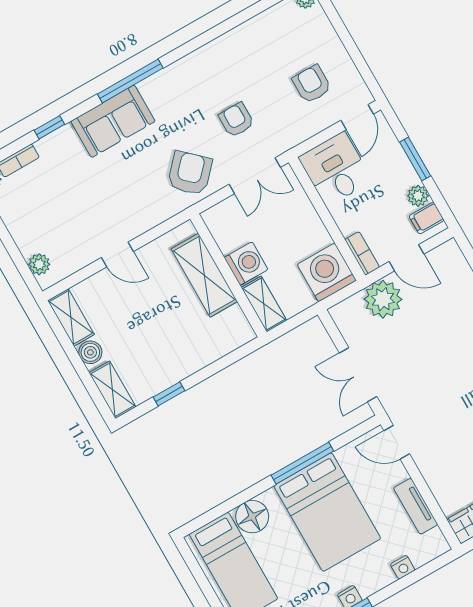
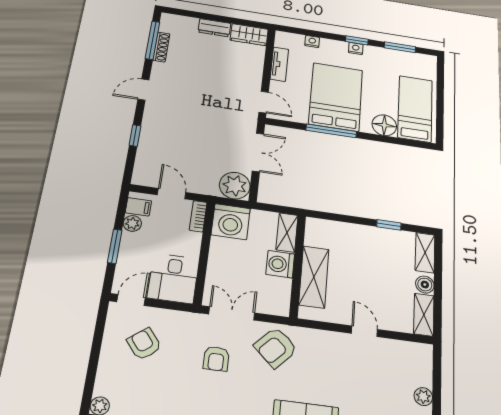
armchair: (312, 84) -> (144, 344), turned 142
plant: (39, 264) -> (423, 397), moved
plant: (383, 299) -> (235, 186), moved

